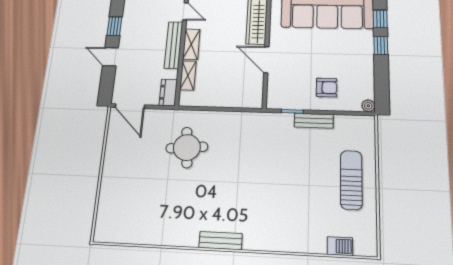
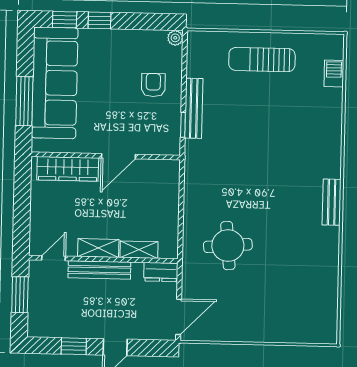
bench: (314, 121) -> (194, 108), width x1.36

